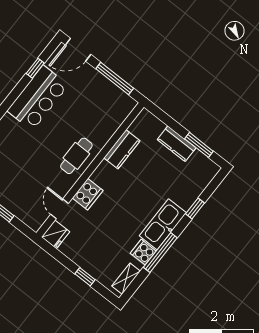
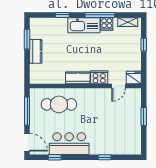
kitchen counter: (122, 149) -> (78, 78), moved
cafe table: (76, 156) -> (59, 104), moved, width x1.37, depth x1.35

